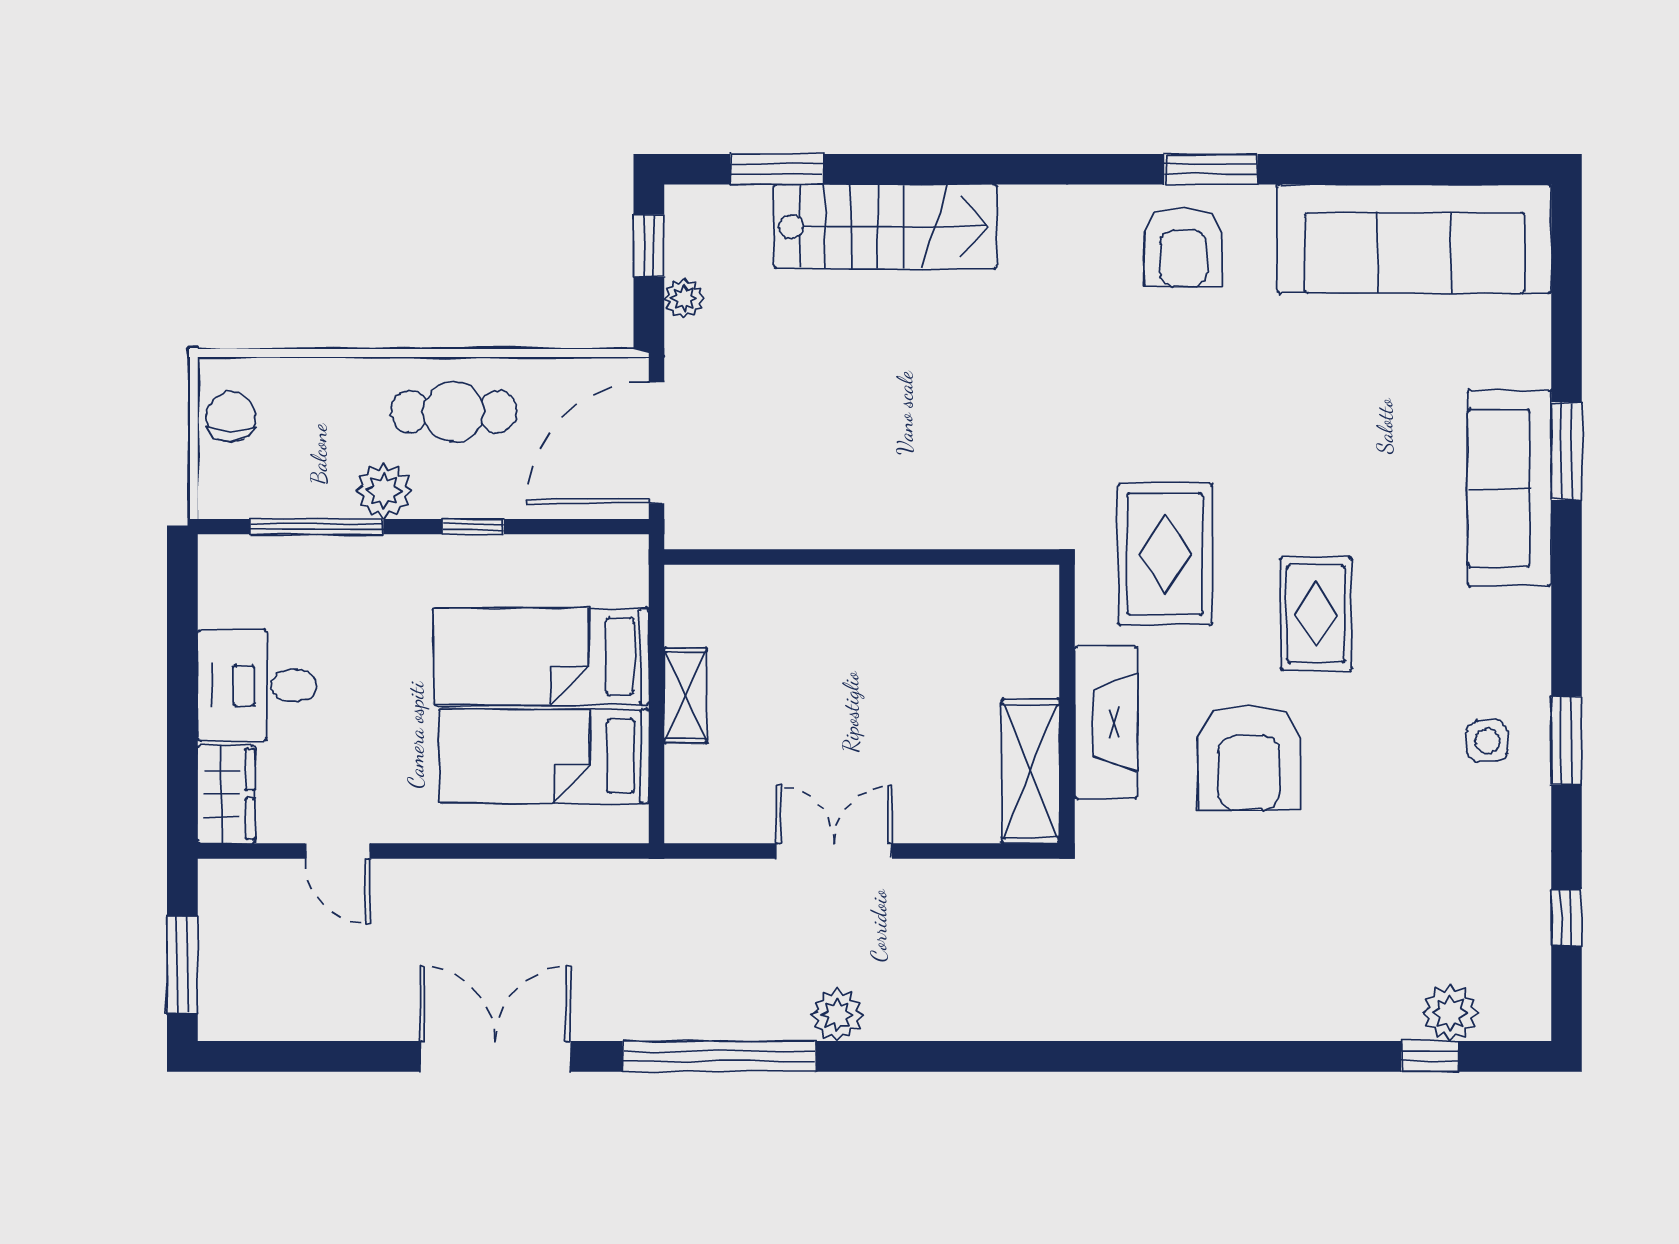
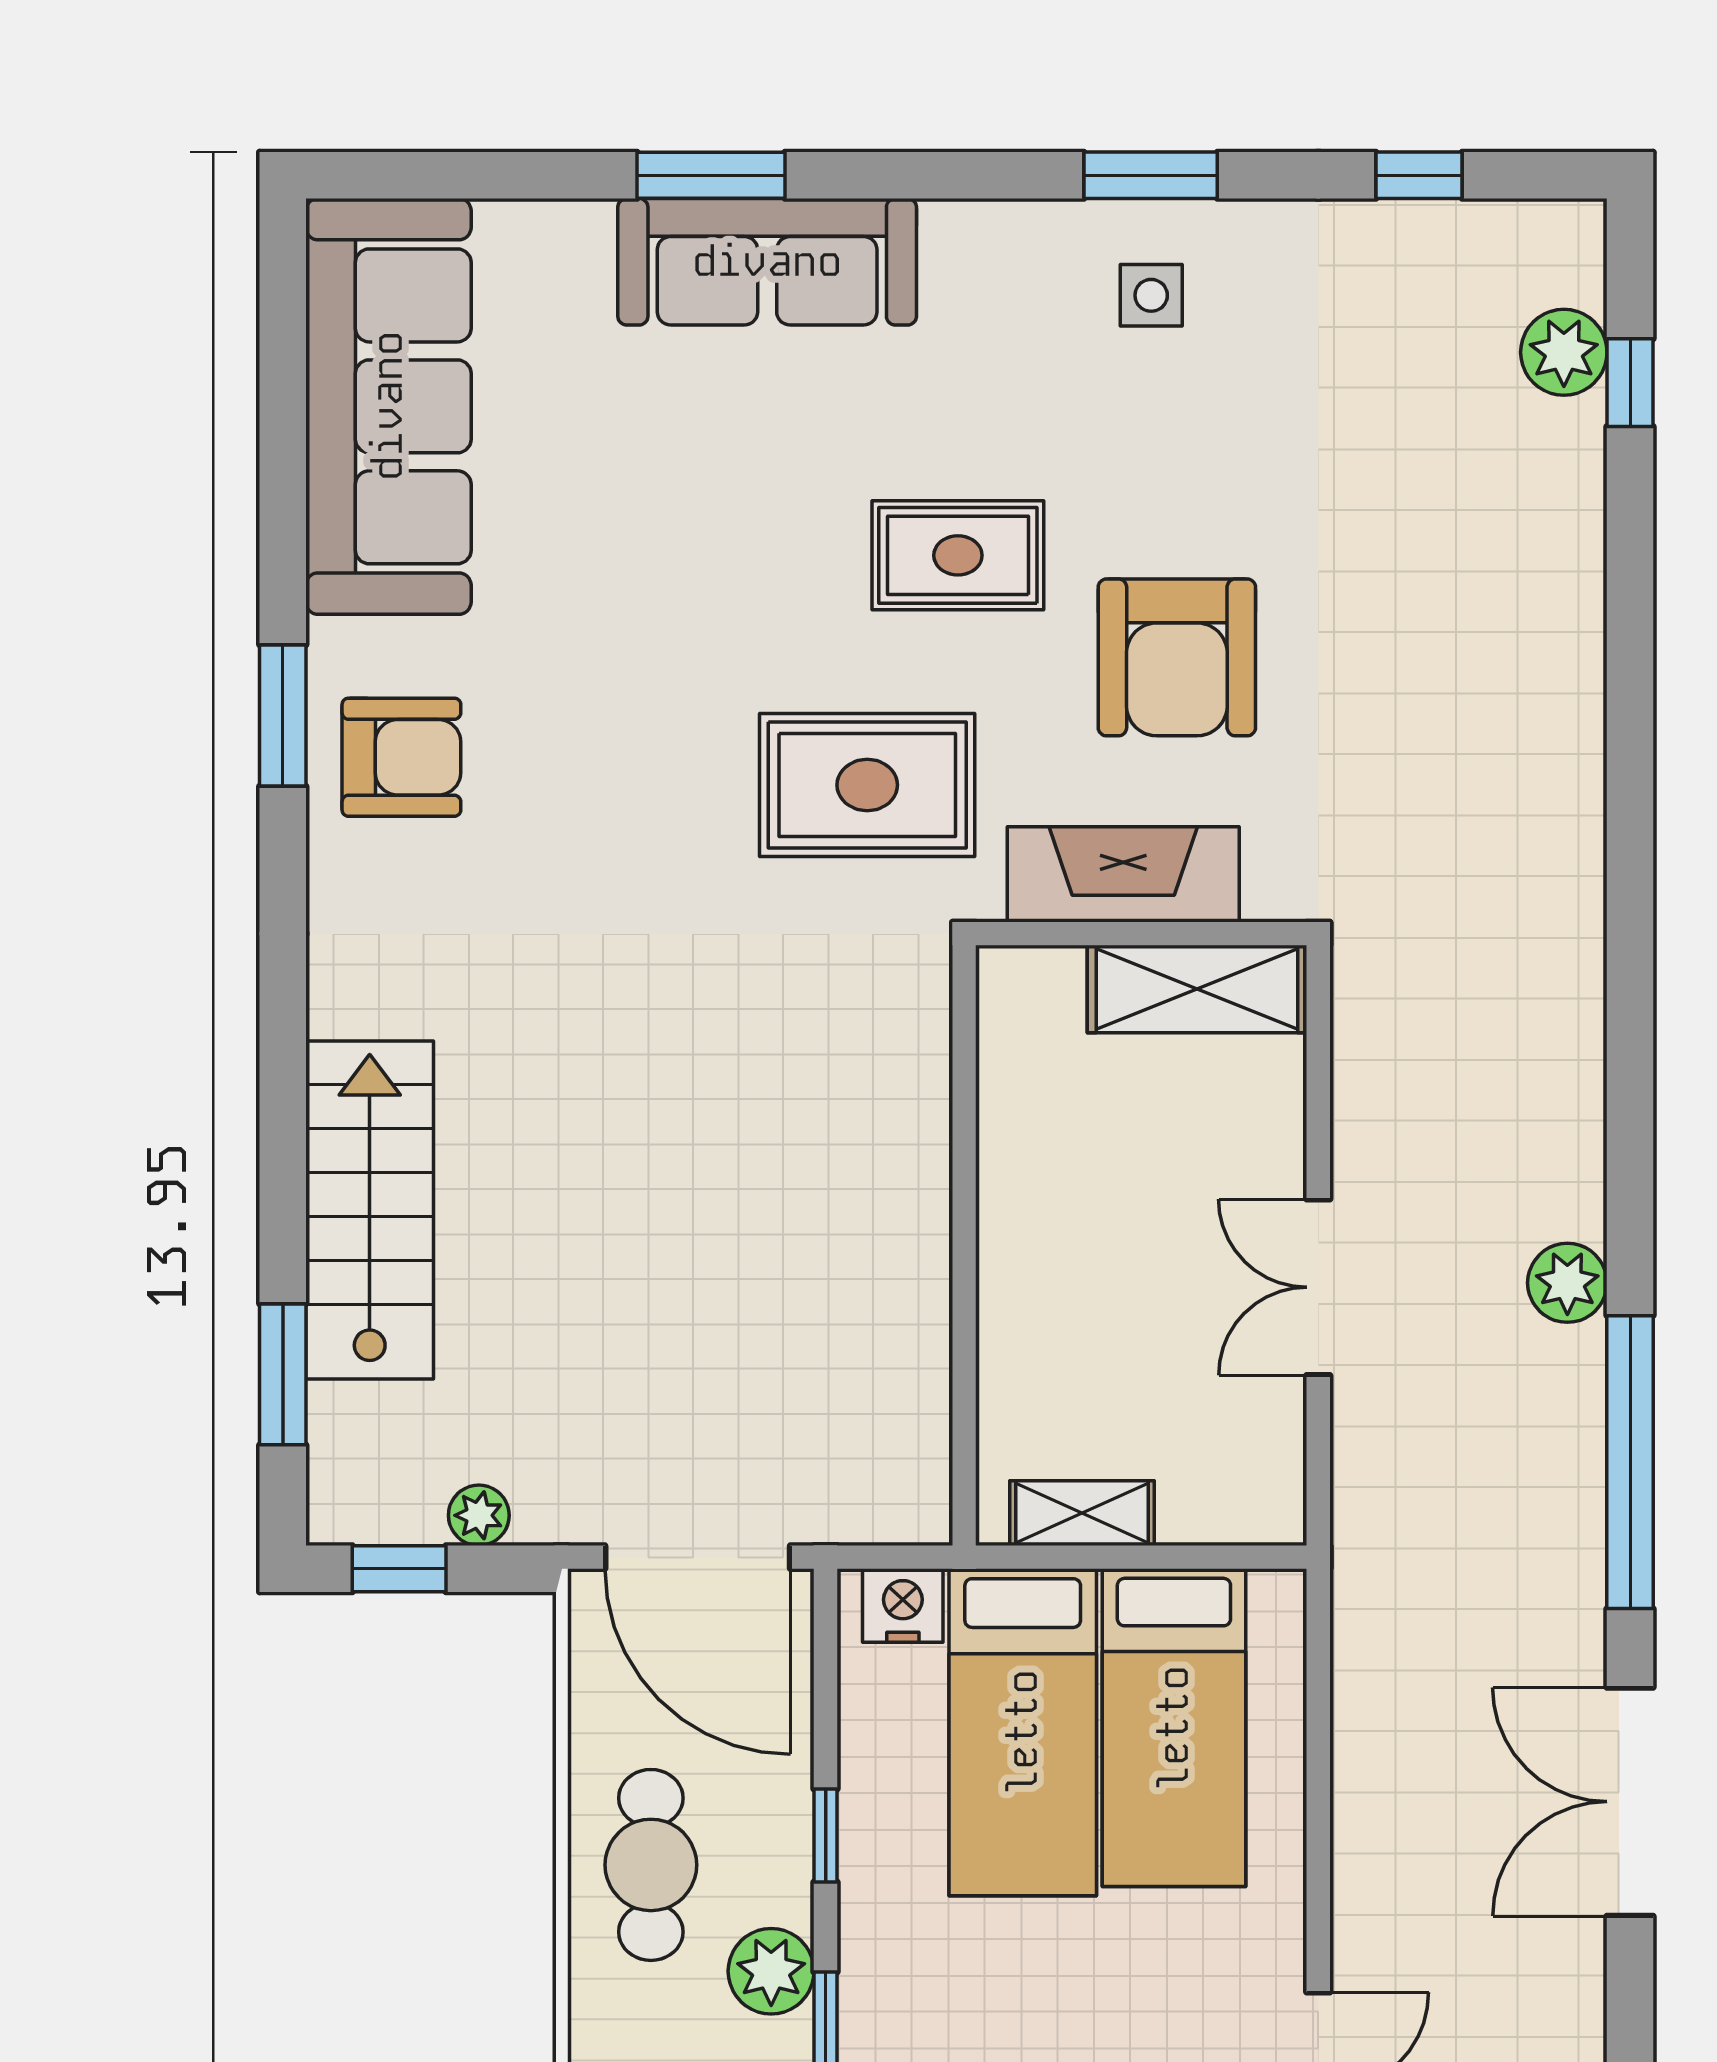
wall: (862, 557) -> (964, 1245), moved
nightstand: (625, 578) -> (903, 1606), added
armchair: (1249, 758) -> (1177, 657), turned 90

